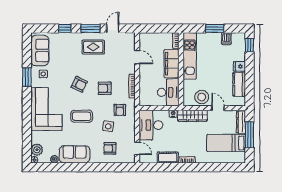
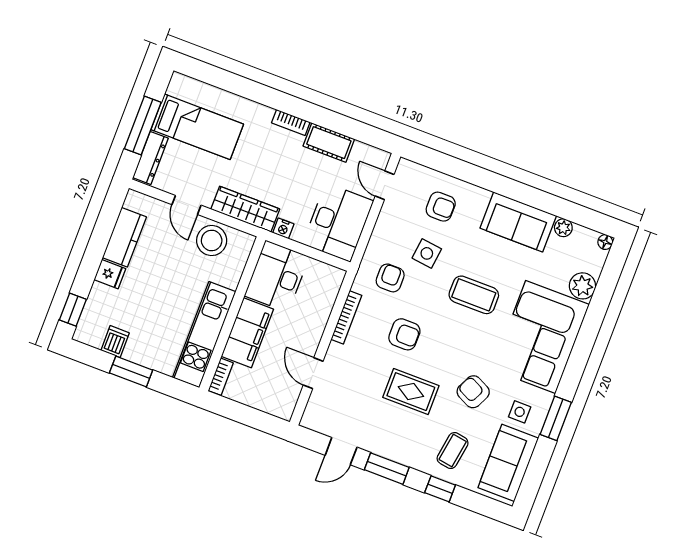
coffee table: (65, 47) -> (453, 451), added
rug: (93, 47) -> (411, 392), moved
armchair: (79, 84) -> (473, 392), moved
plant: (37, 150) -> (582, 286), moved

